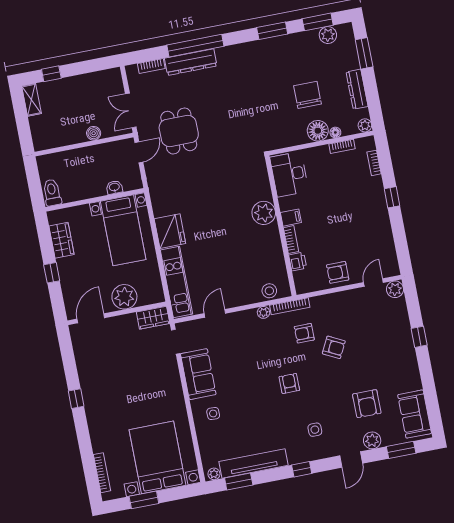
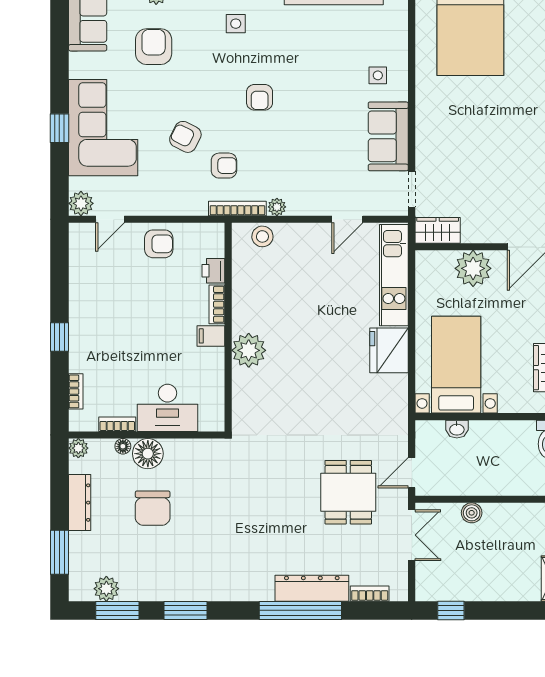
window: (51, 74) -> (451, 610), moved
desk: (289, 174) -> (168, 408), moved, turned 90
corner sofa: (390, 343) -> (103, 128), added

